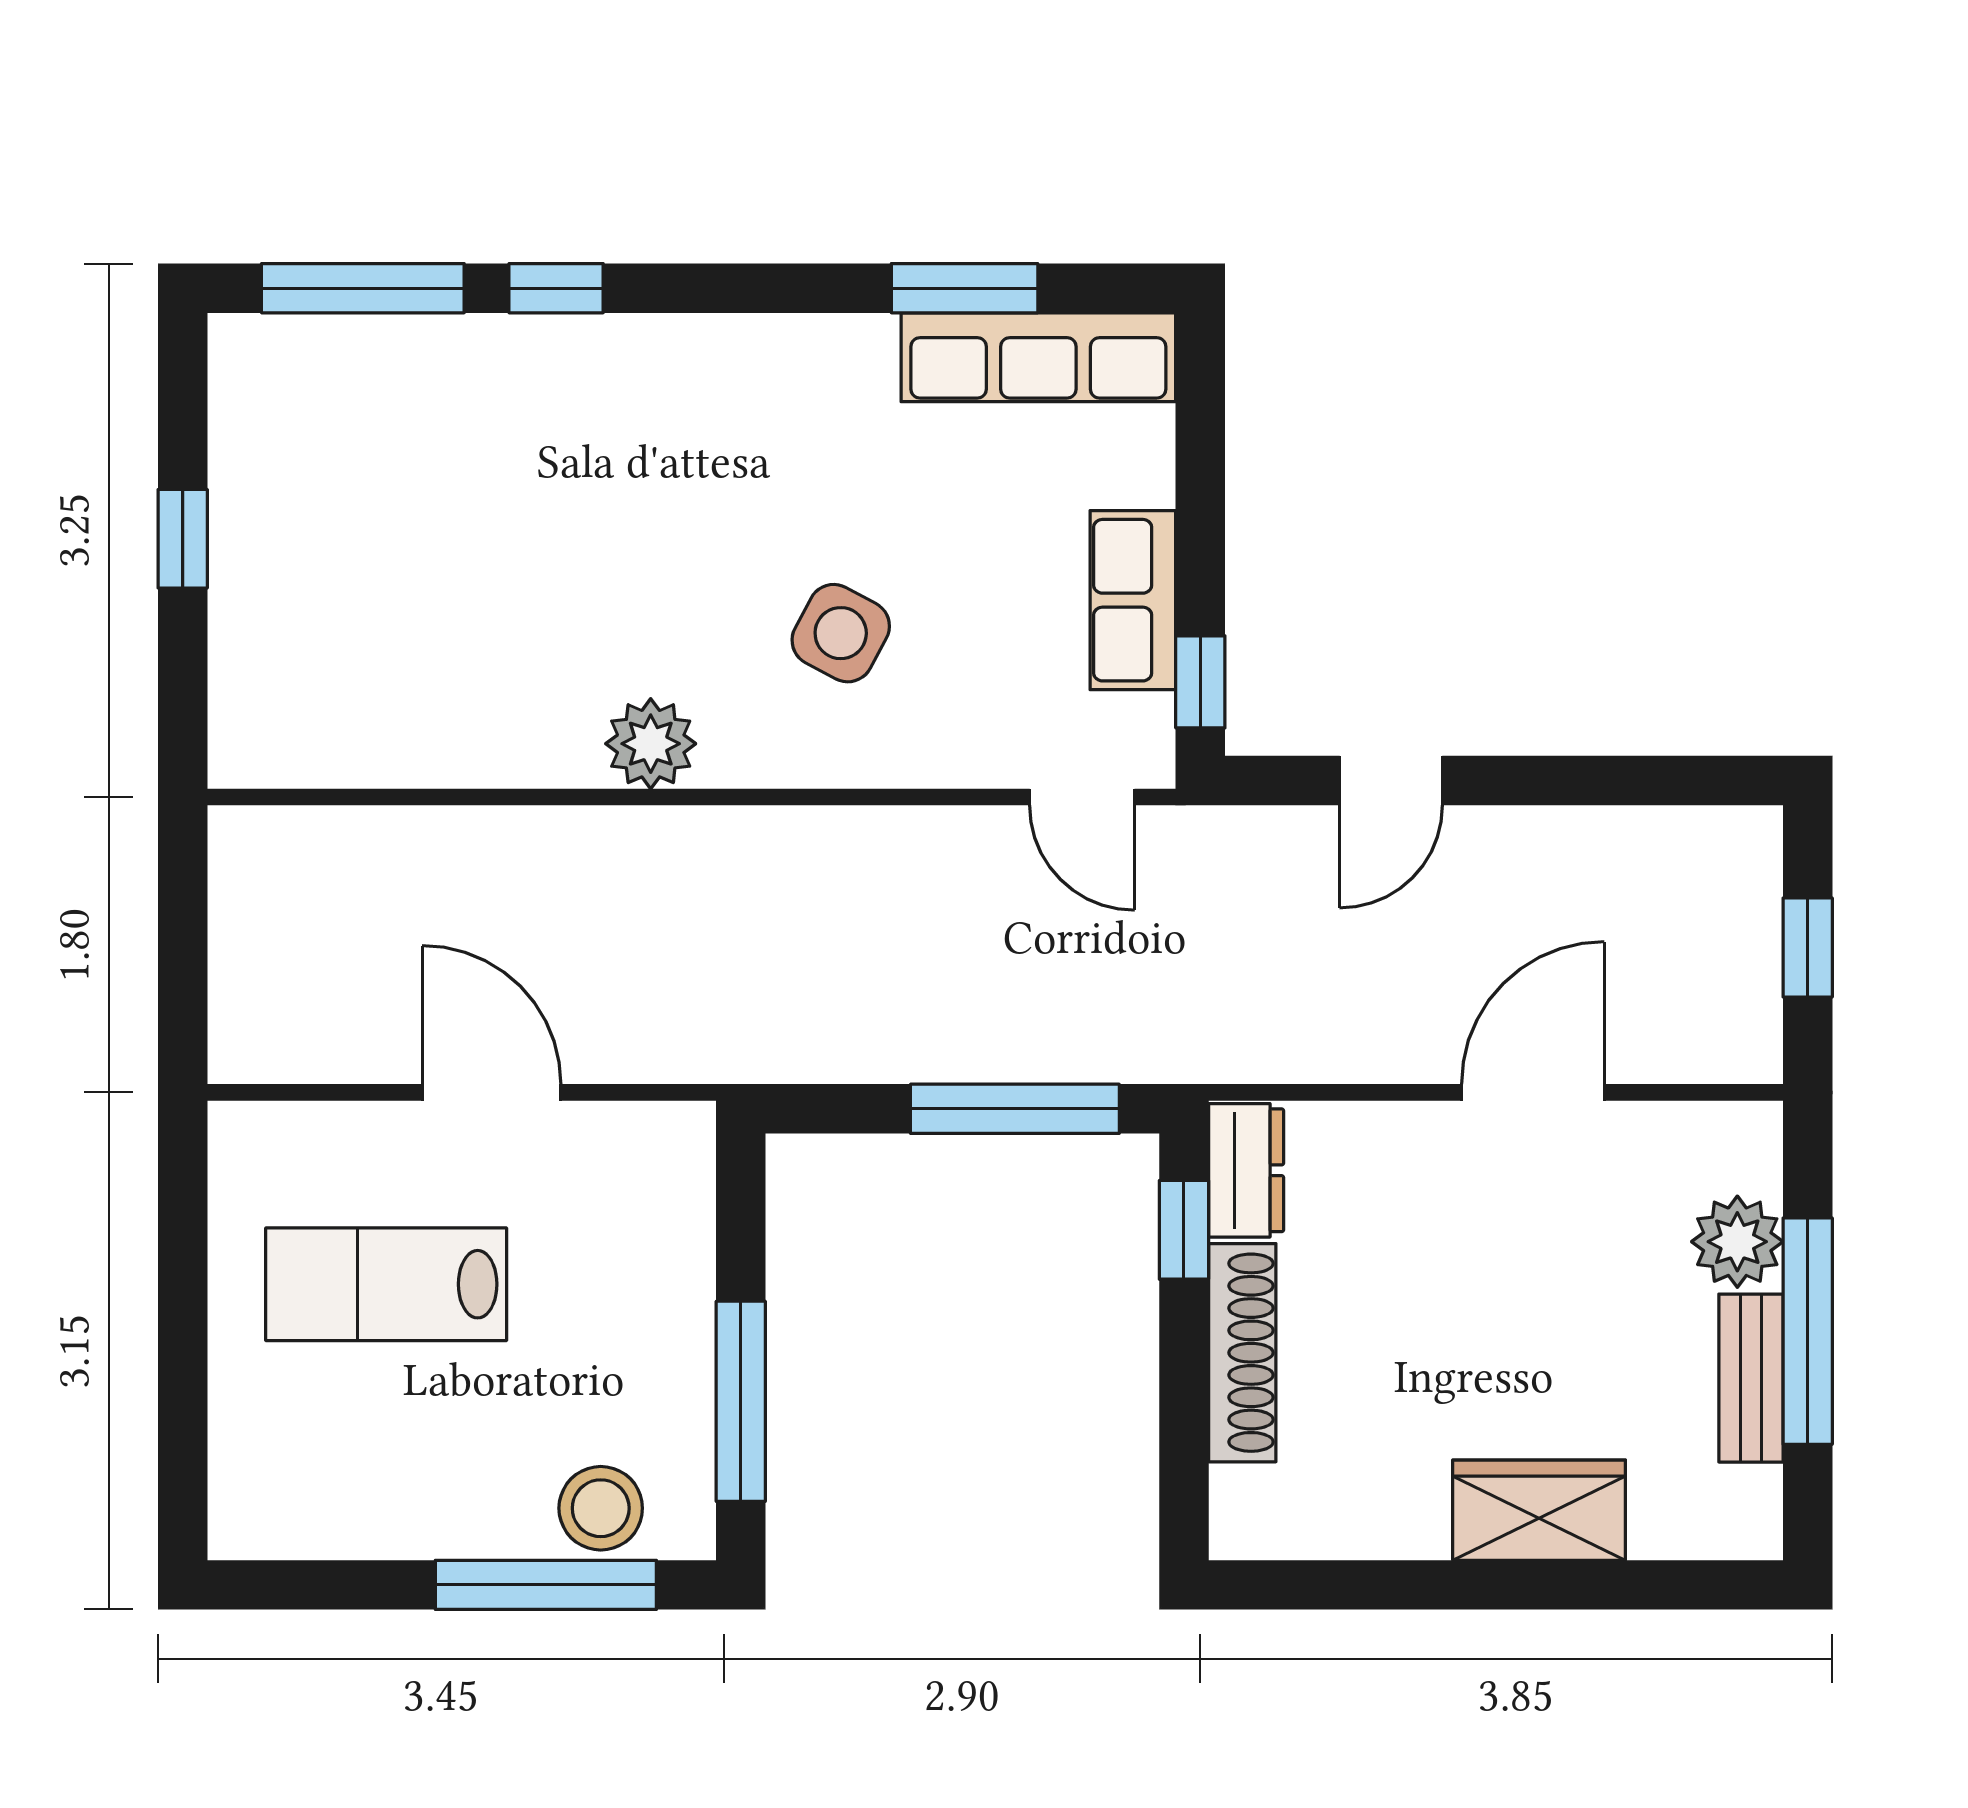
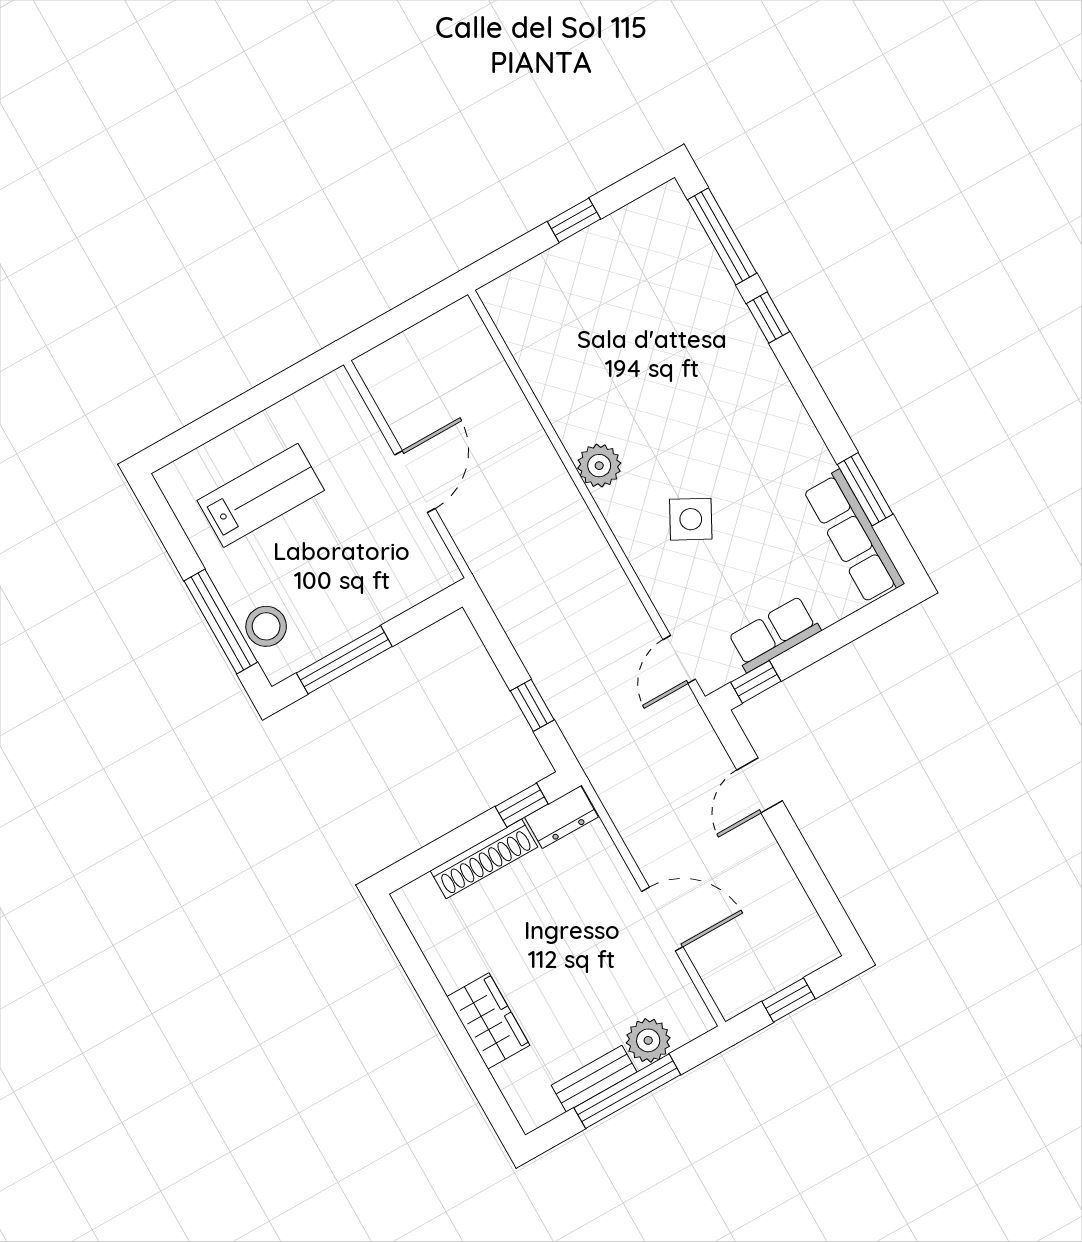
door: (1391, 781) -> (760, 785), hinge flipped
window: (1015, 1109) -> (532, 705), width x0.46
lab bench: (386, 1284) -> (261, 495), moved, turned 90

